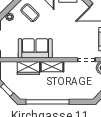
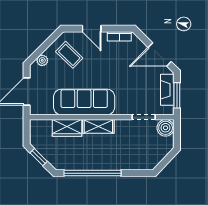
sofa: (35, 48) -> (84, 102), width x1.36

